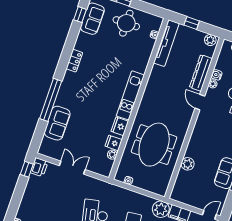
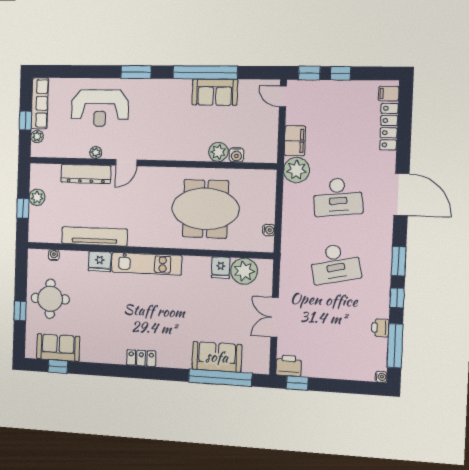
plant: (210, 40) -> (37, 197), moved
tv unit: (166, 43) -> (95, 236), moved
locker: (74, 61) -> (141, 358), moved
water cooler: (217, 75) -> (236, 155), moved
window: (51, 100) -> (220, 378), moved
fridge: (120, 126) -> (100, 261), moved
plant: (112, 155) -> (244, 271), width x1.88, depth x1.88

